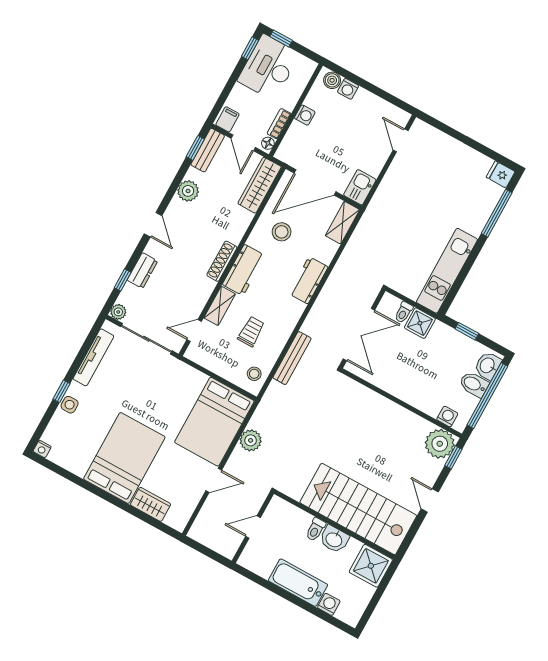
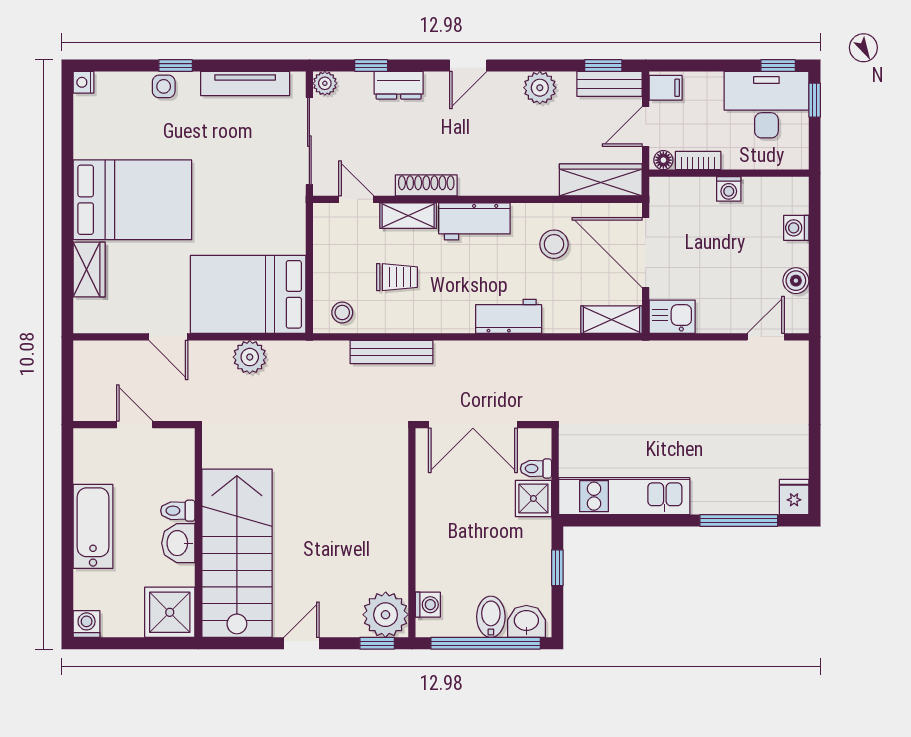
boiler: (332, 80) -> (796, 281), moved
shoe rack: (222, 261) -> (426, 185), moved
washing machine: (329, 604) -> (87, 624), moved, turned -90

